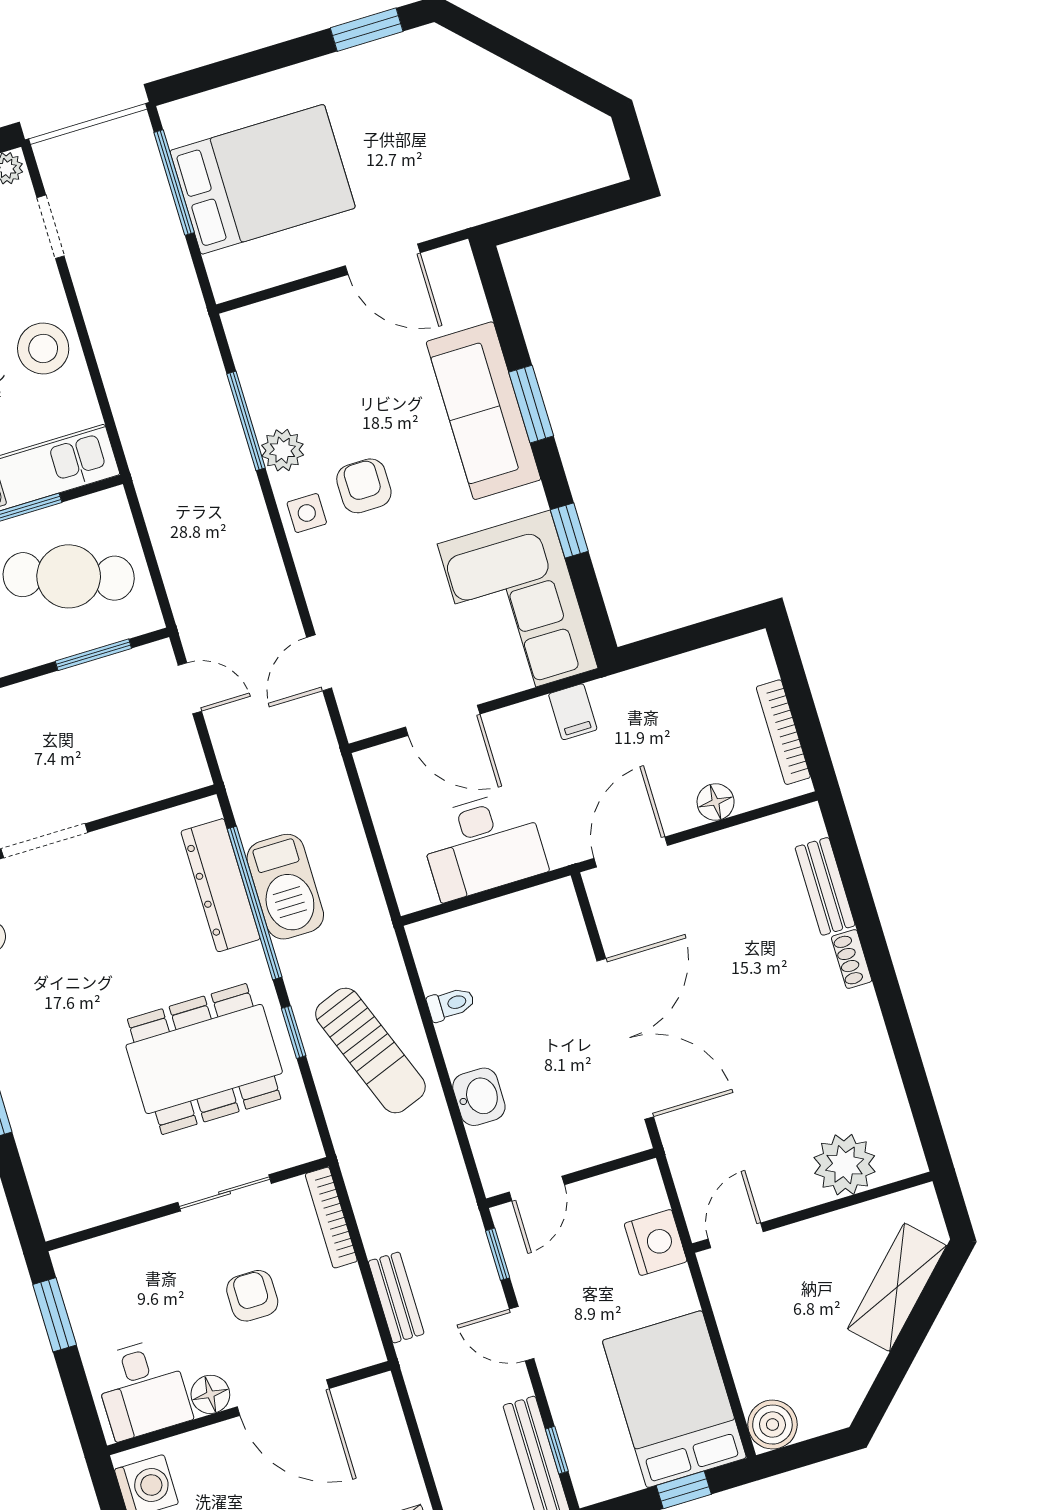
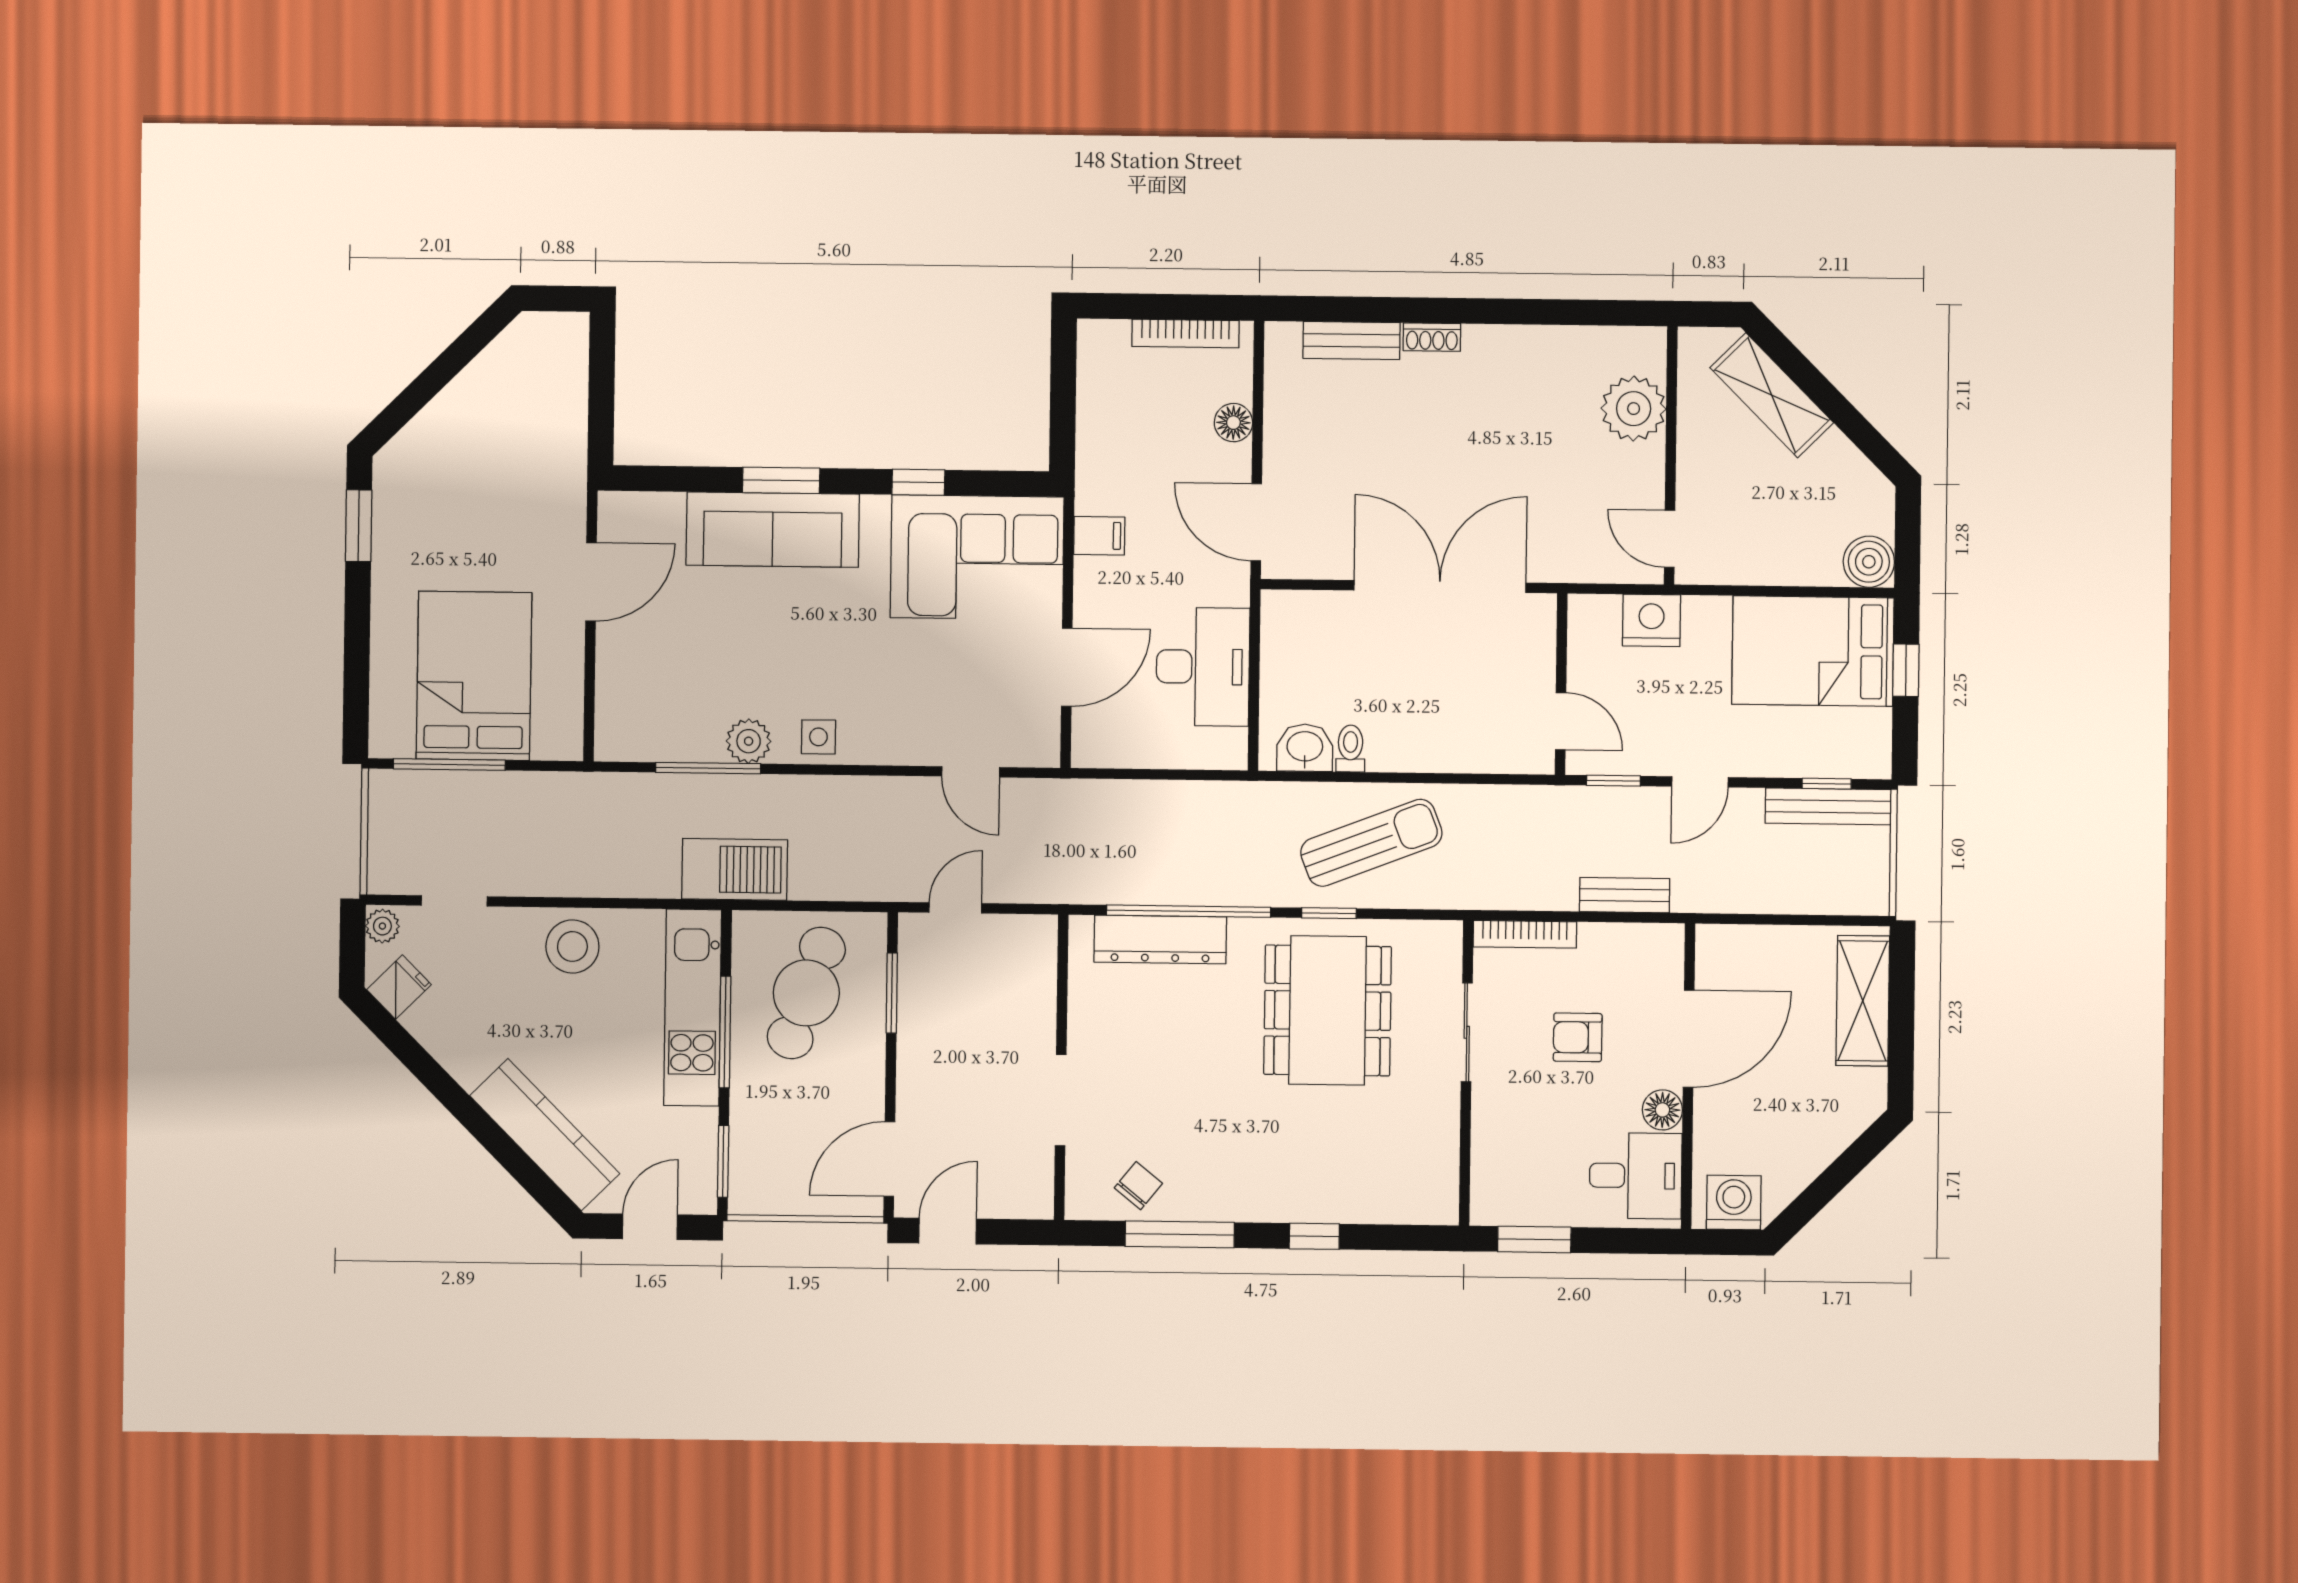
armchair: (364, 486) -> (810, 672), removed
barbecue: (285, 887) -> (735, 869), moved
washbasin: (479, 1097) -> (1305, 748), moved

